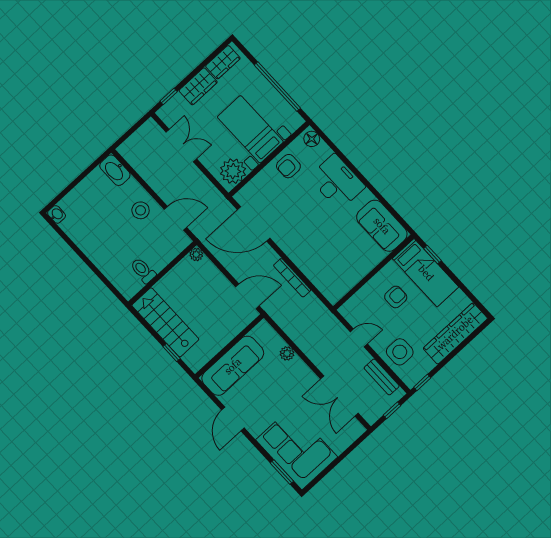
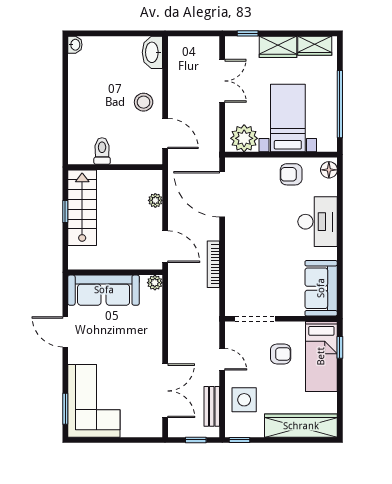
plant: (196, 254) -> (155, 200), moved
doorway: (356, 289) -> (255, 319), added
window: (172, 353) -> (65, 212), moved
plant: (287, 353) -> (155, 283), moved
double door: (339, 396) -> (165, 391), swing flipped
door: (233, 419) -> (65, 332), hinge flipped

